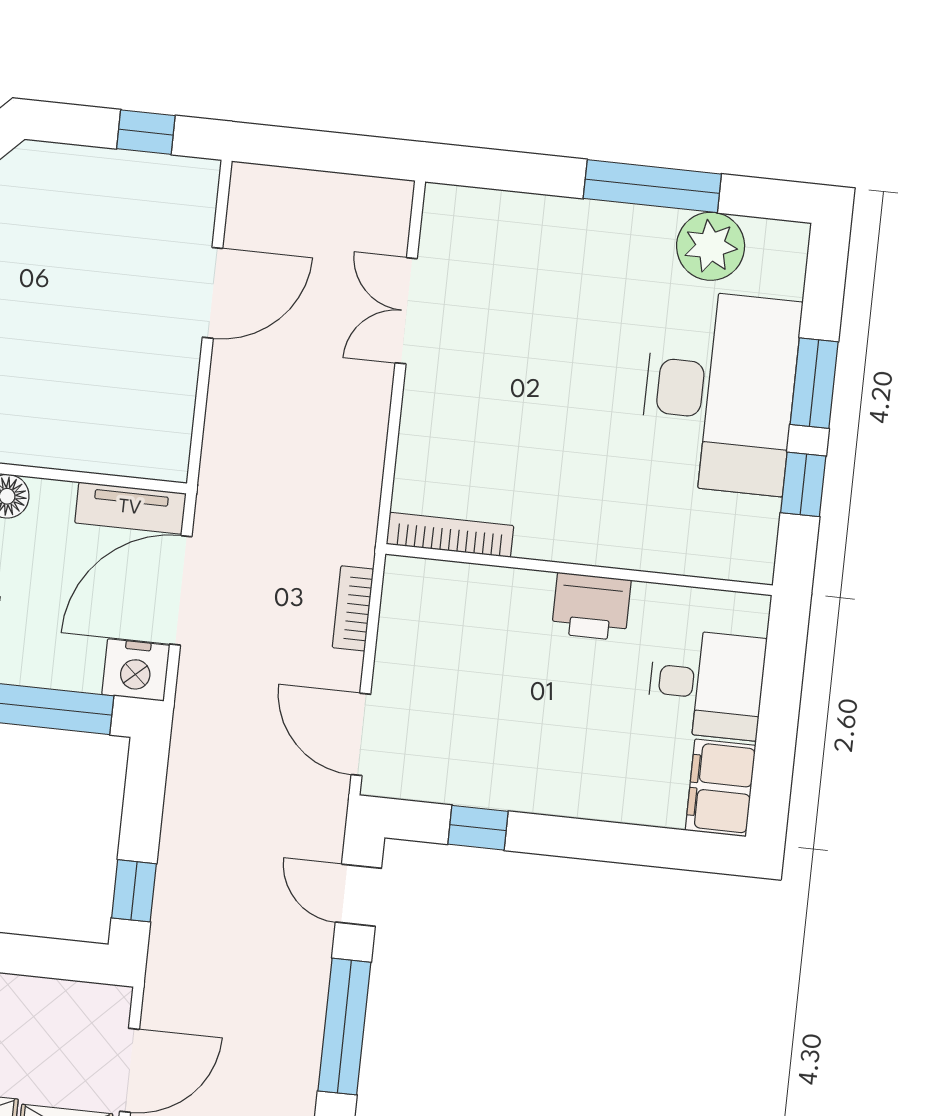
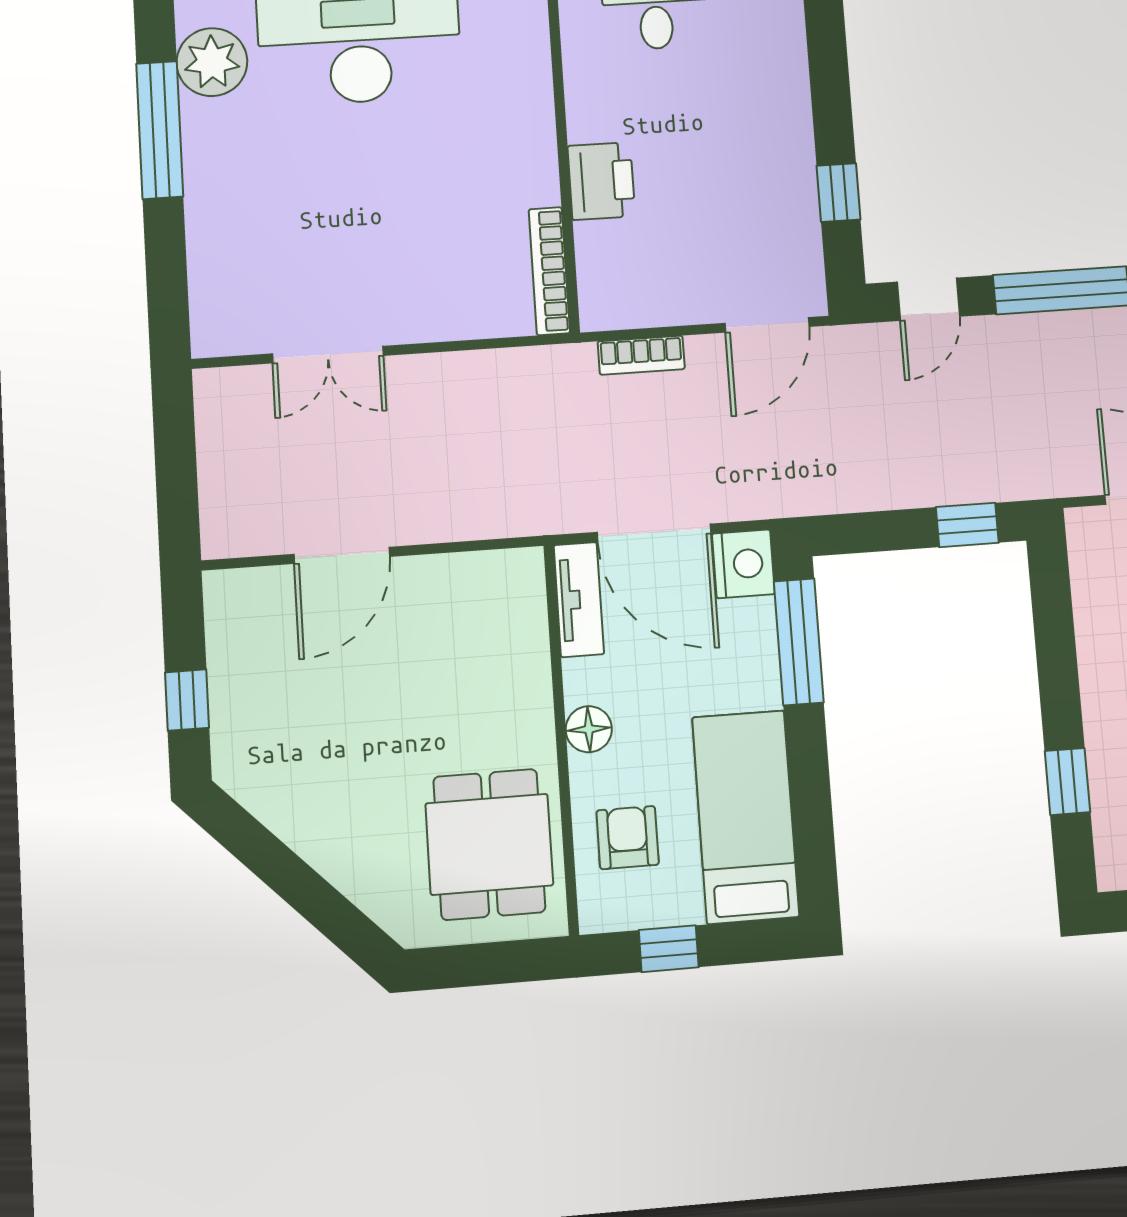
window: (146, 132) -> (187, 700), moved
door: (213, 293) -> (342, 555), swing flipped
printer: (591, 607) -> (601, 181), moved

